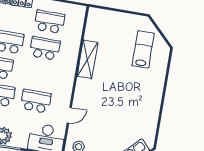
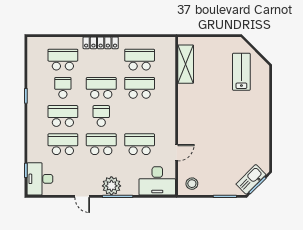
shelving: (87, 59) -> (186, 64), moved

